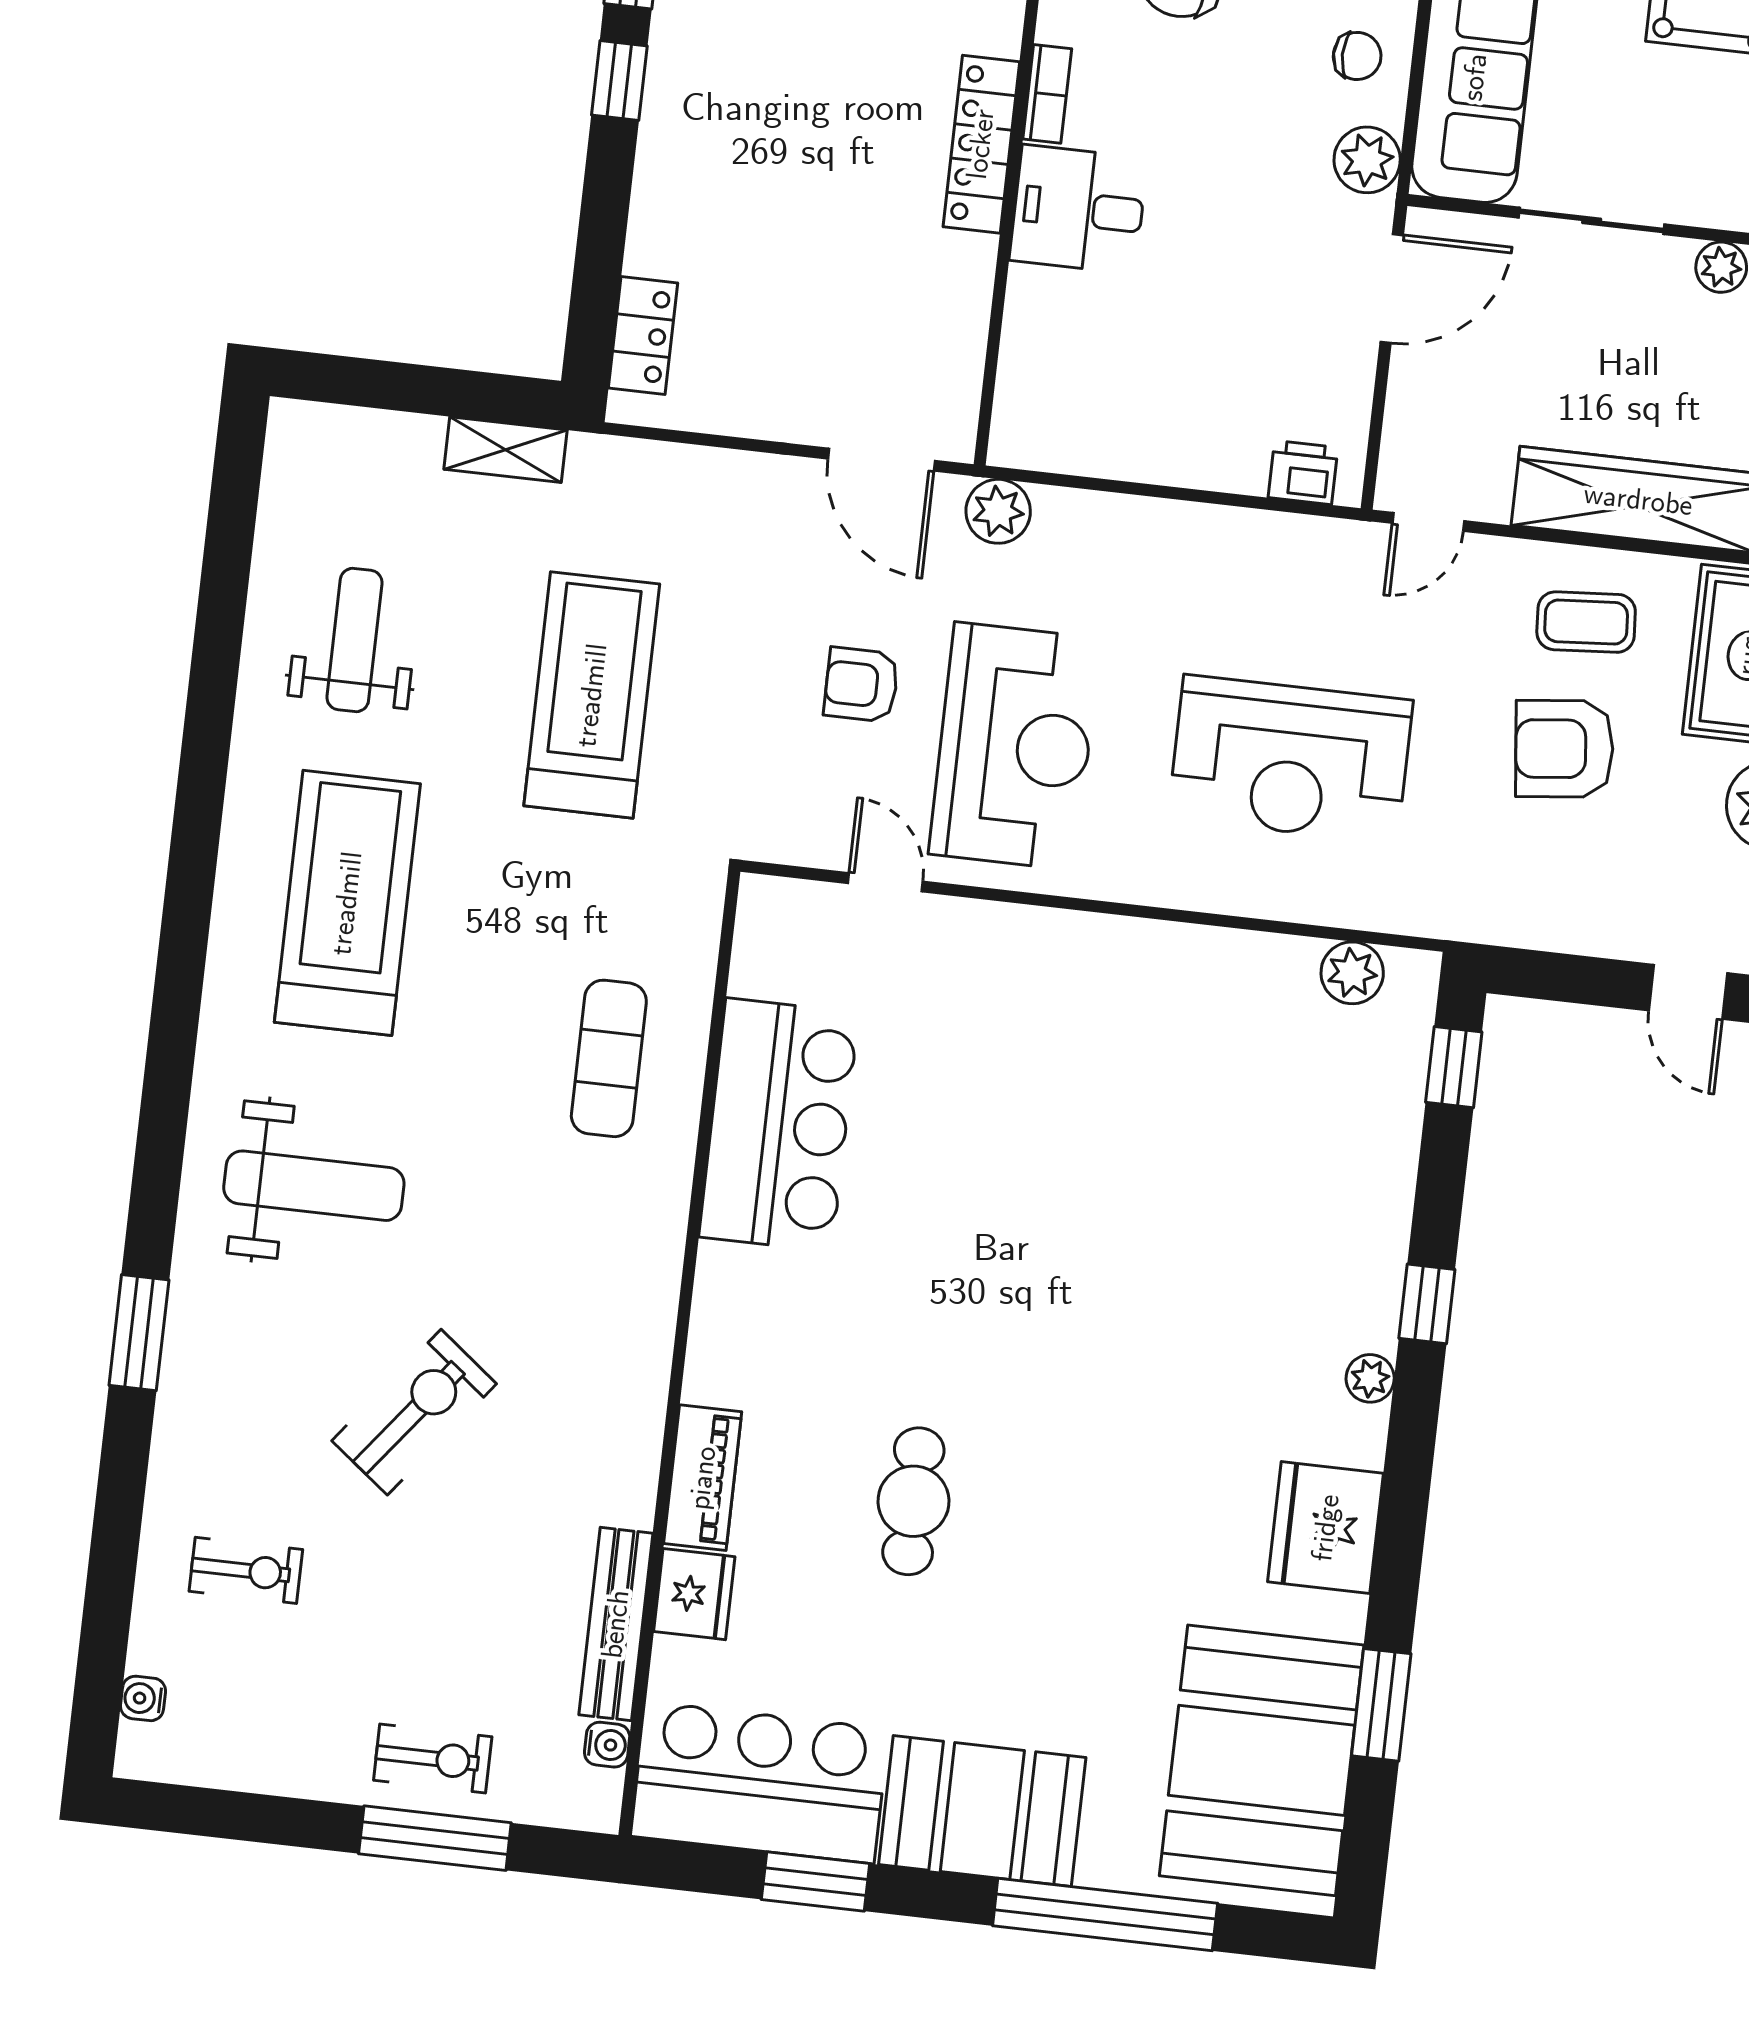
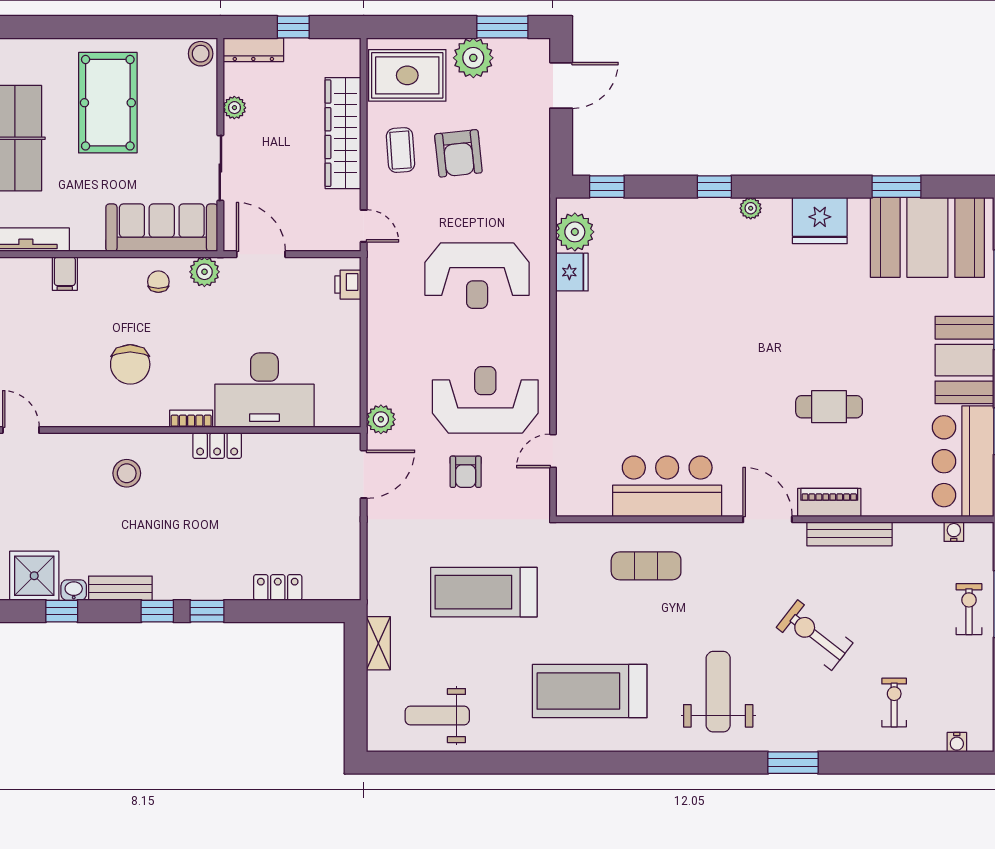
locker: (981, 144) -> (217, 446), width x0.66
desk: (1079, 209) -> (264, 390), width x1.87, depth x1.30
locker: (643, 335) -> (278, 588), moved
weight bench: (354, 640) -> (437, 716), moved
reception desk: (1290, 759) -> (477, 276), turned 90
plant: (1352, 973) -> (575, 232), width x1.36, depth x1.36
door: (1688, 992) -> (561, 85), width x1.38
door: (681, 1338) -> (768, 519), added
fridge: (694, 1594) -> (572, 272), moved, turned 90
bench: (616, 1624) -> (849, 534), moved

